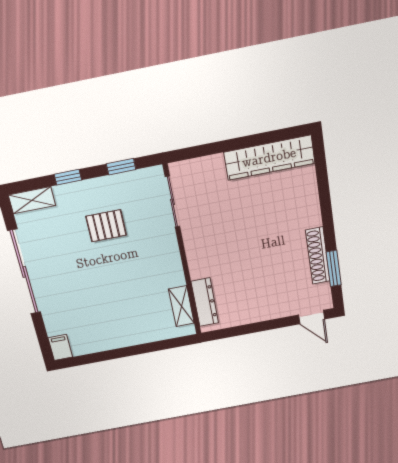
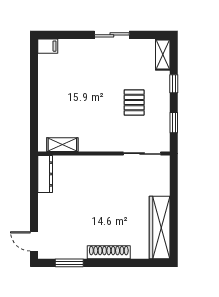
shoe rack: (318, 256) -> (109, 252), moved
sliding door: (24, 272) -> (112, 35), width x0.54
dresser: (205, 302) -> (45, 174), moved, turned -90
door: (312, 317) -> (34, 241), hinge flipped

